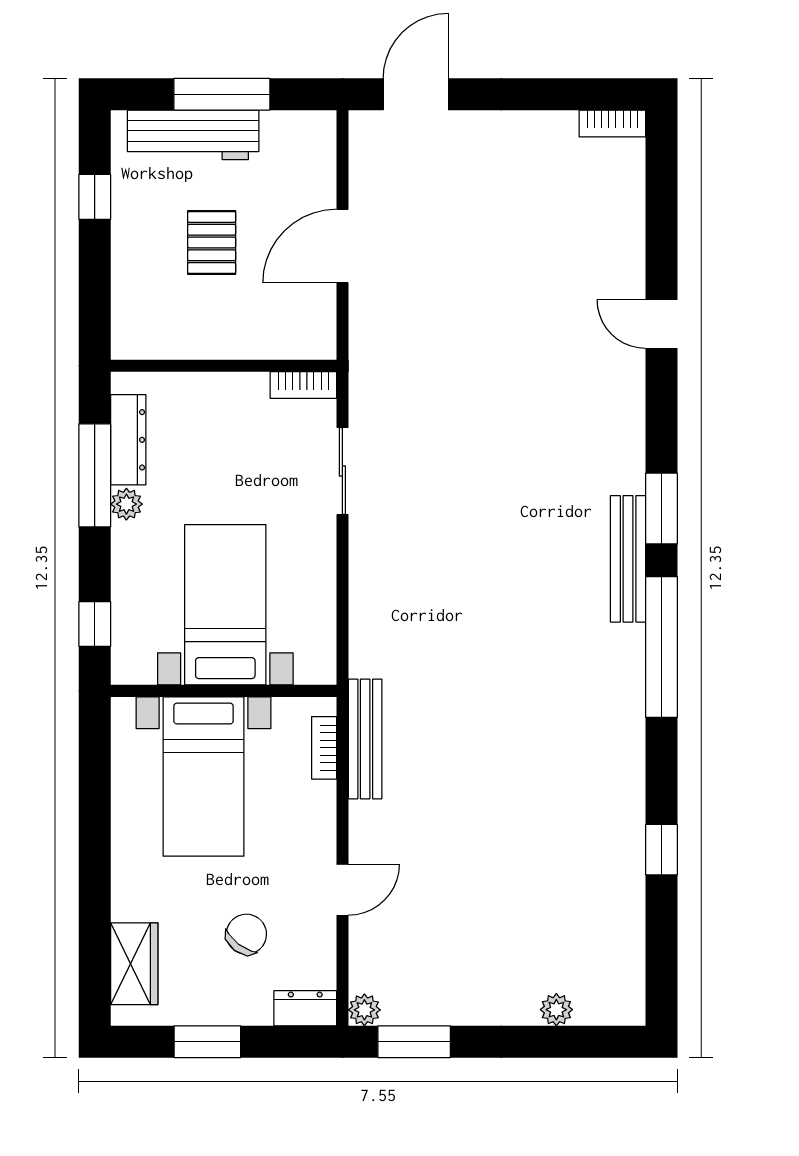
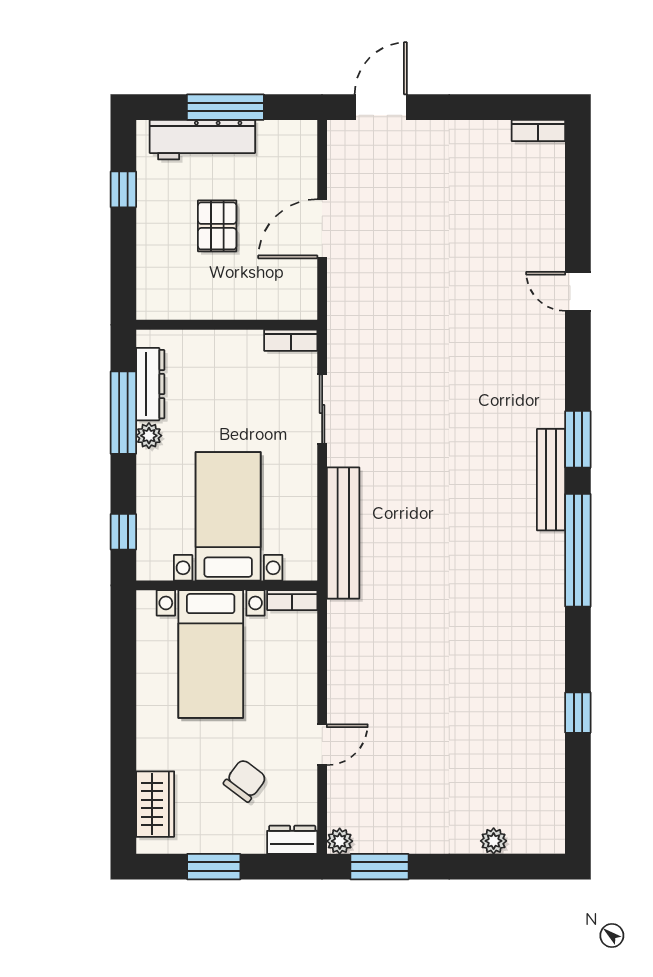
bench: (365, 739) -> (343, 533), moved, width x1.37, depth x1.21
bookcase: (324, 748) -> (292, 600), moved, turned -90

